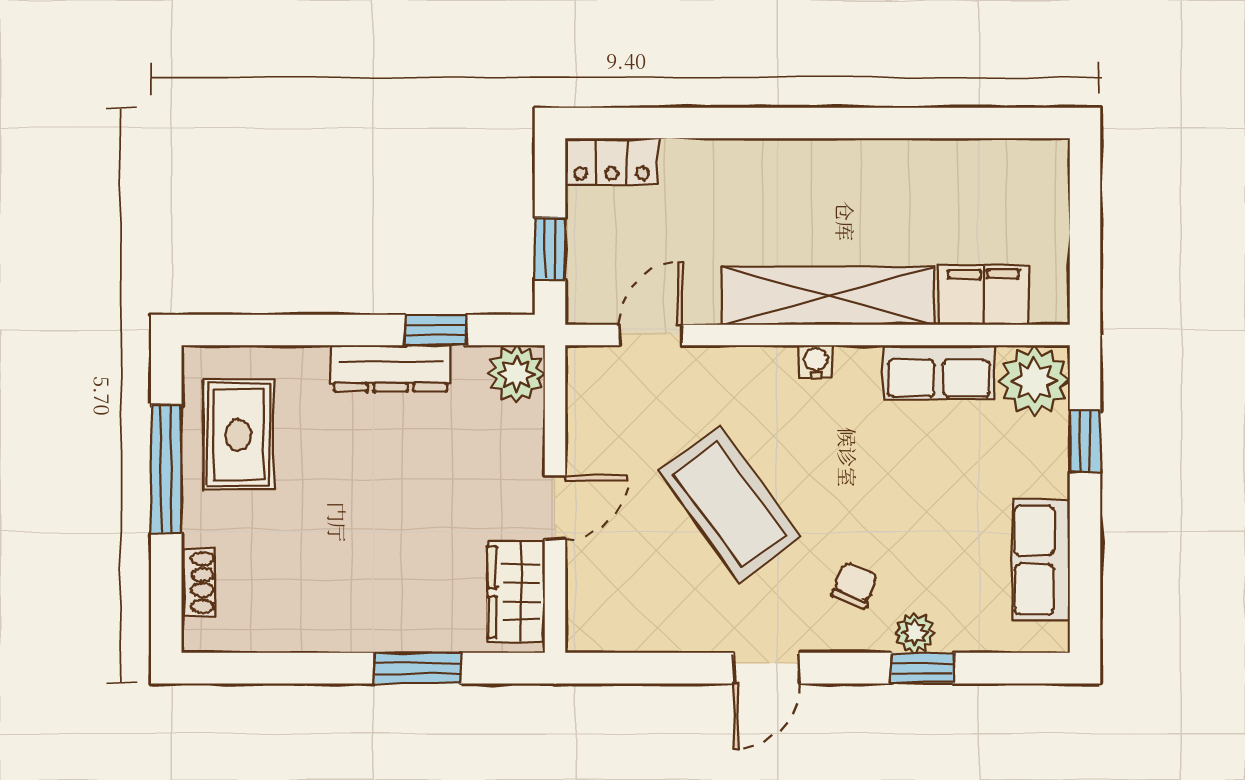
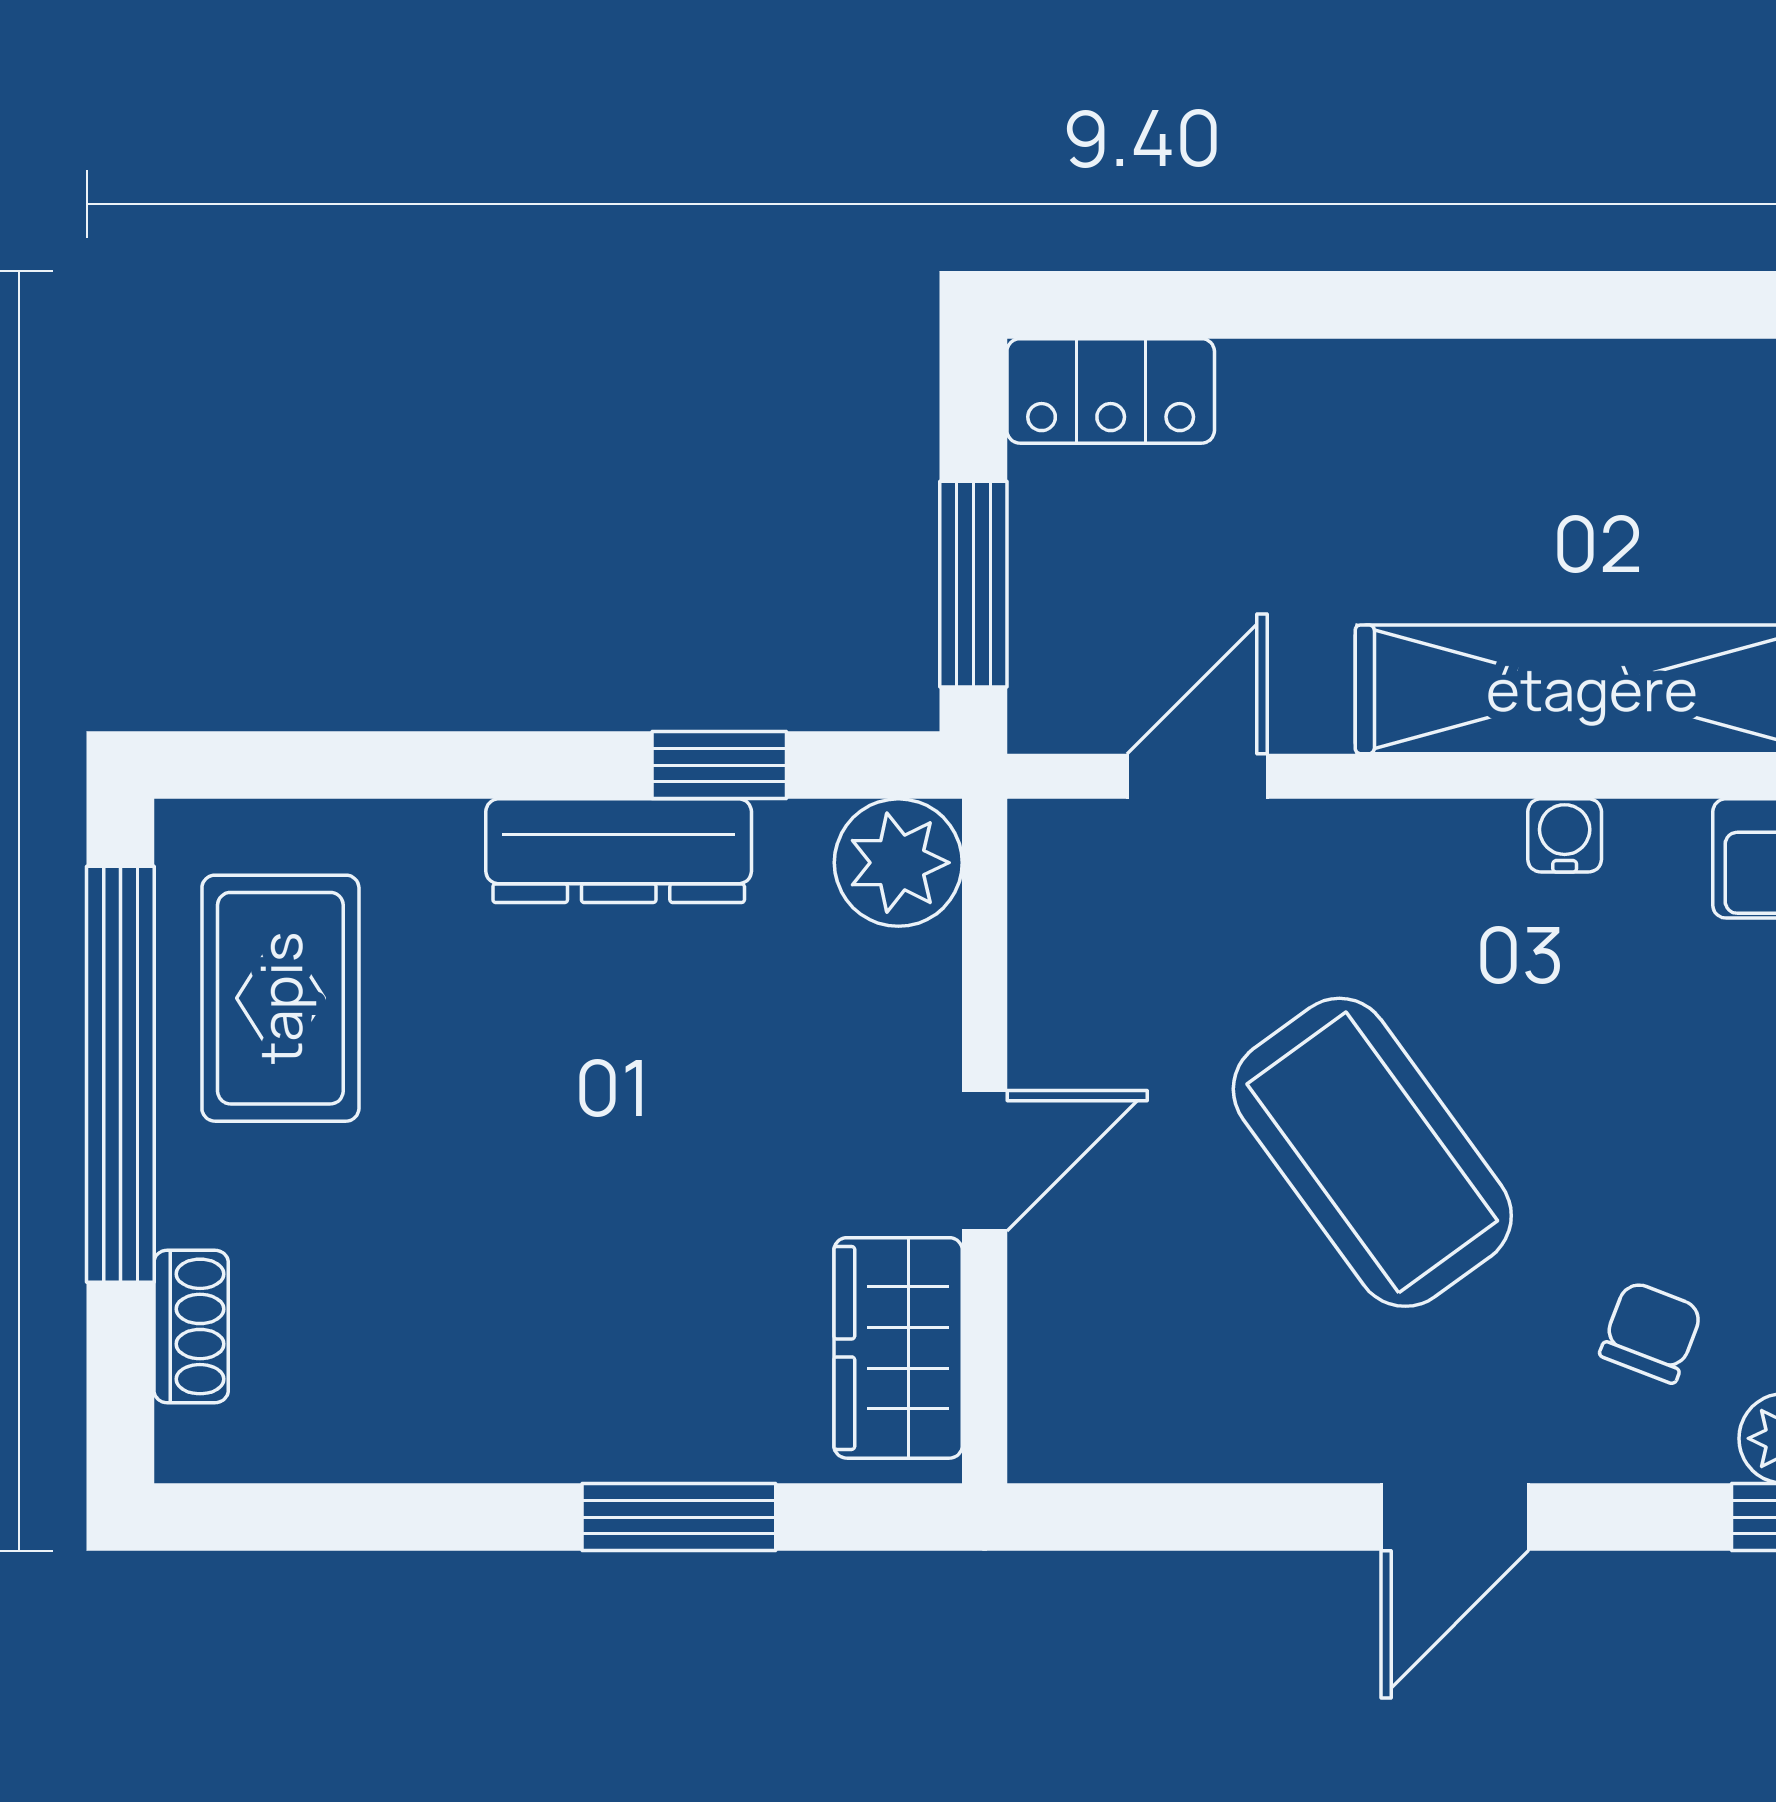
window: (550, 248) -> (973, 584), width x1.50
window: (166, 469) -> (120, 1074), width x1.46

